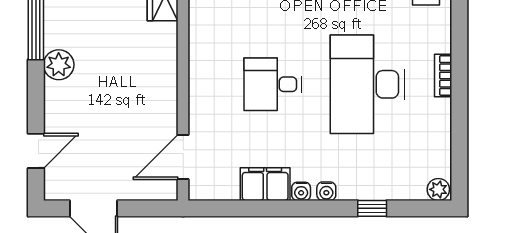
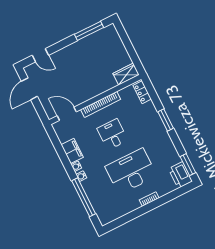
plant: (59, 65) -> (78, 47), removed
bookcase: (199, 78) -> (101, 104), added
plant: (438, 189) -> (104, 219), removed
window: (372, 208) -> (84, 197), width x3.17

